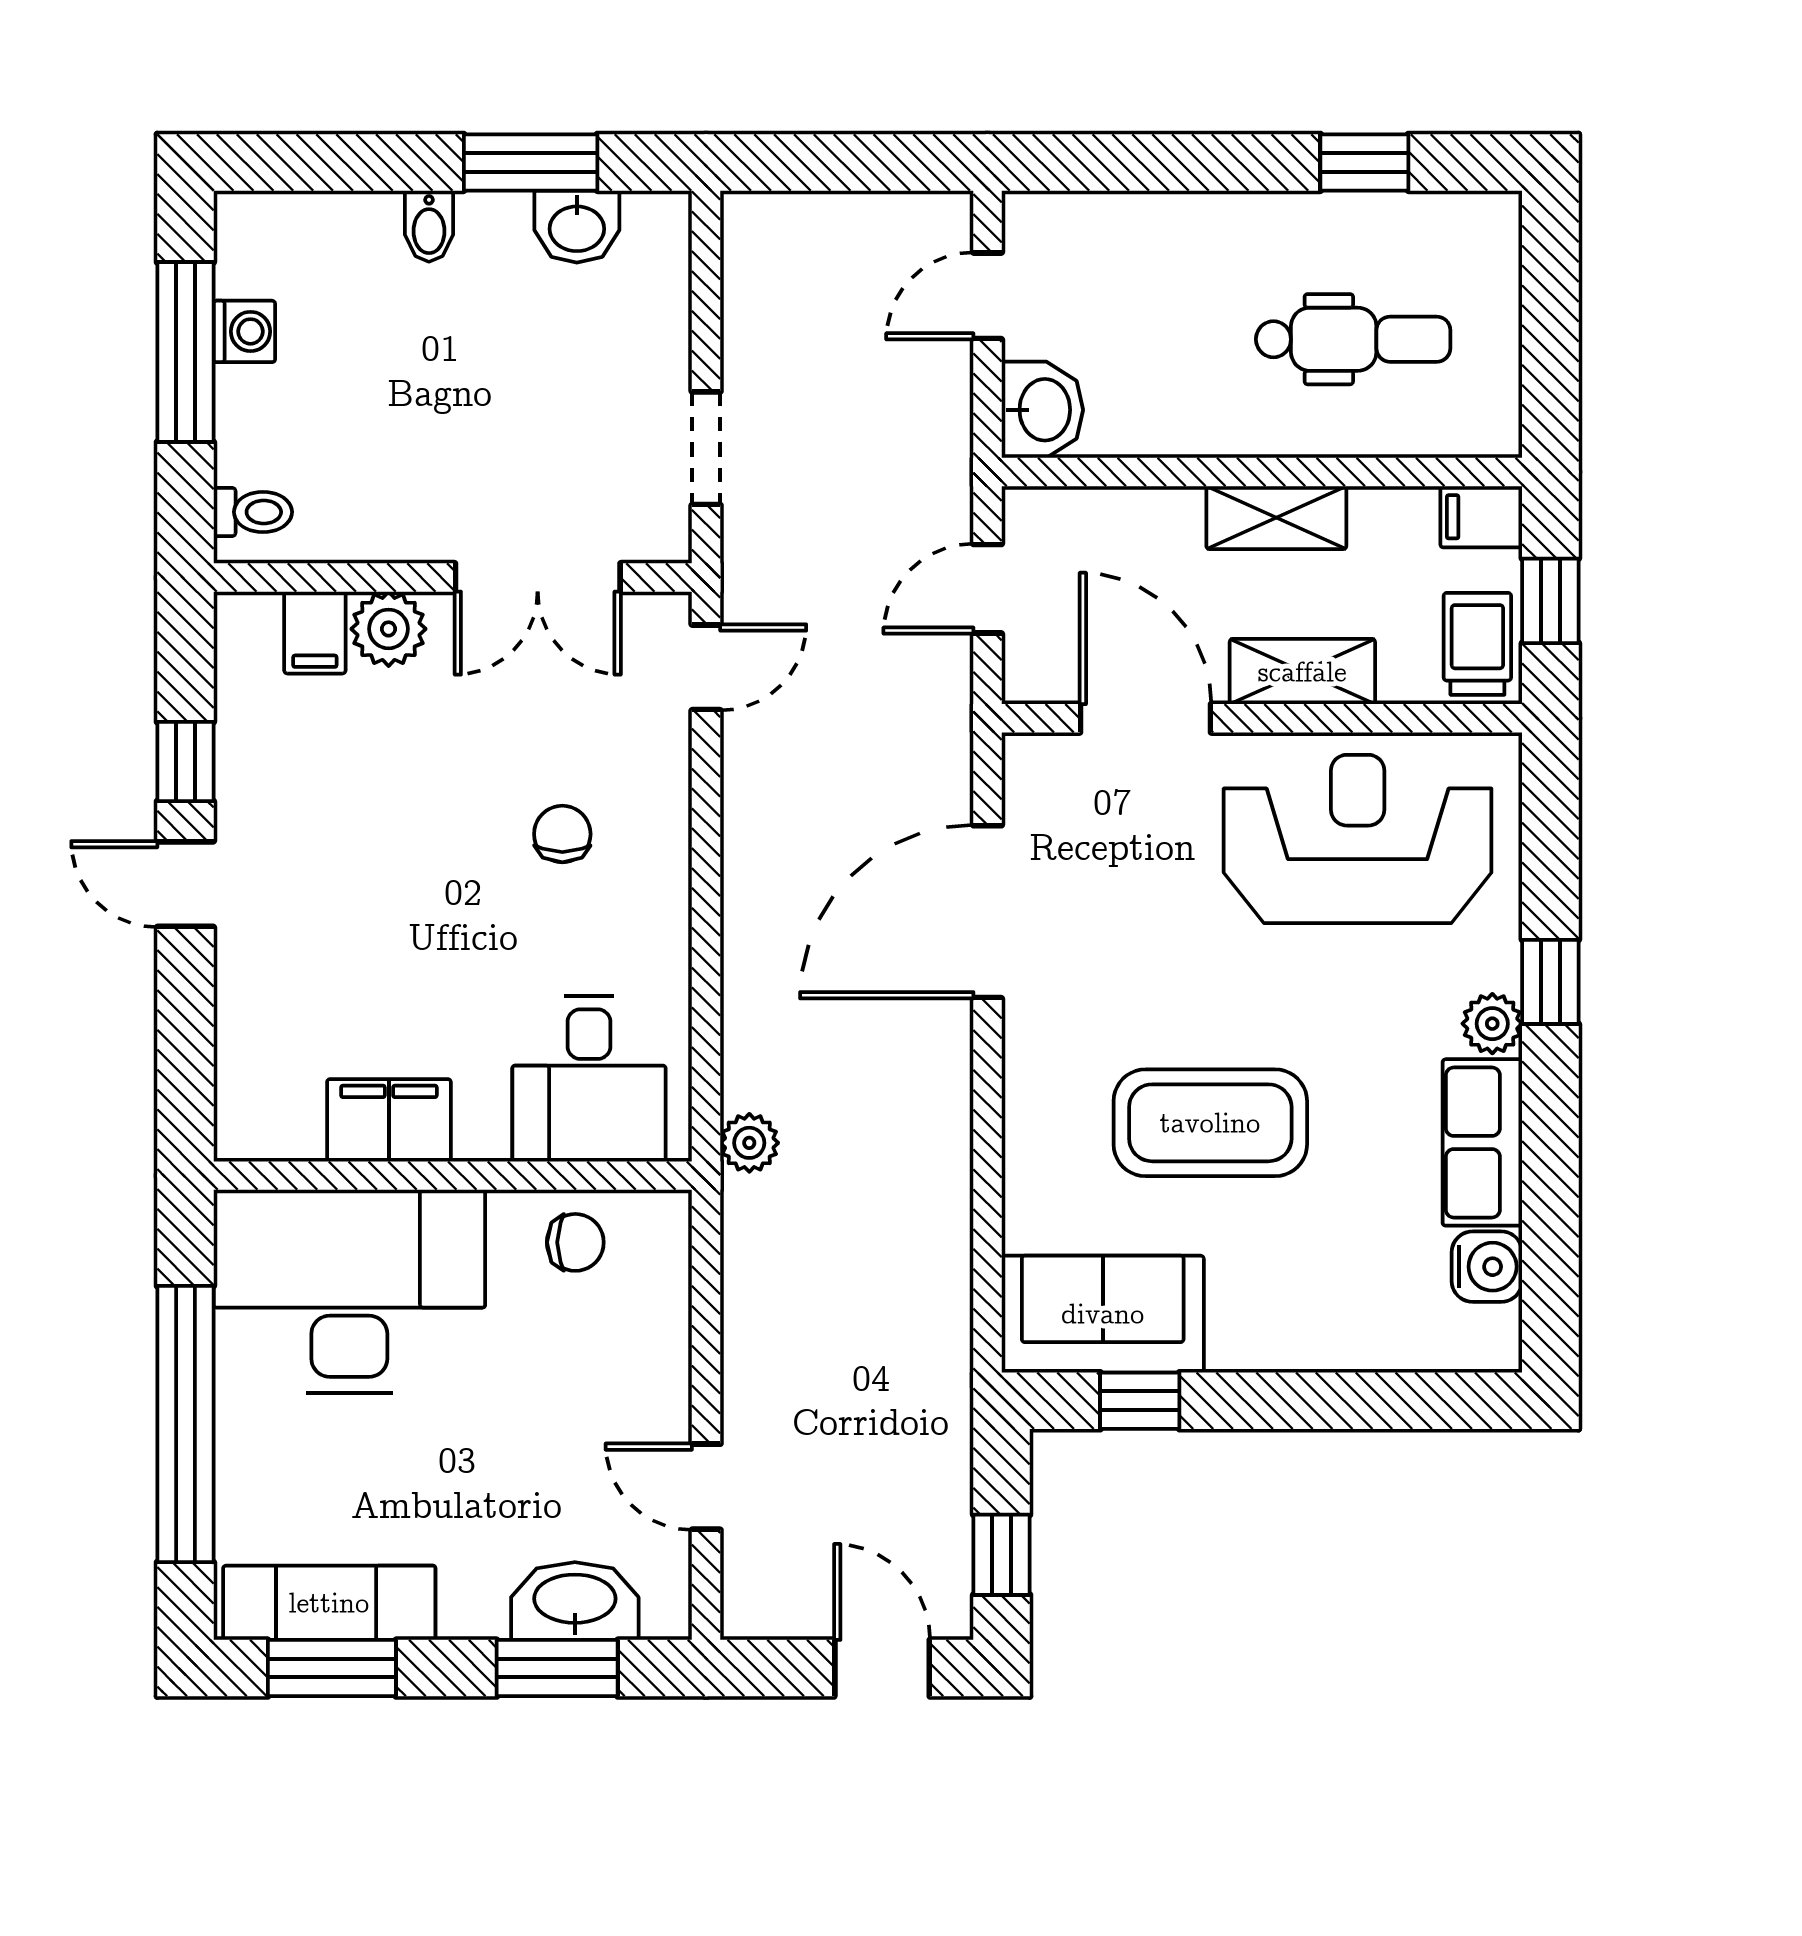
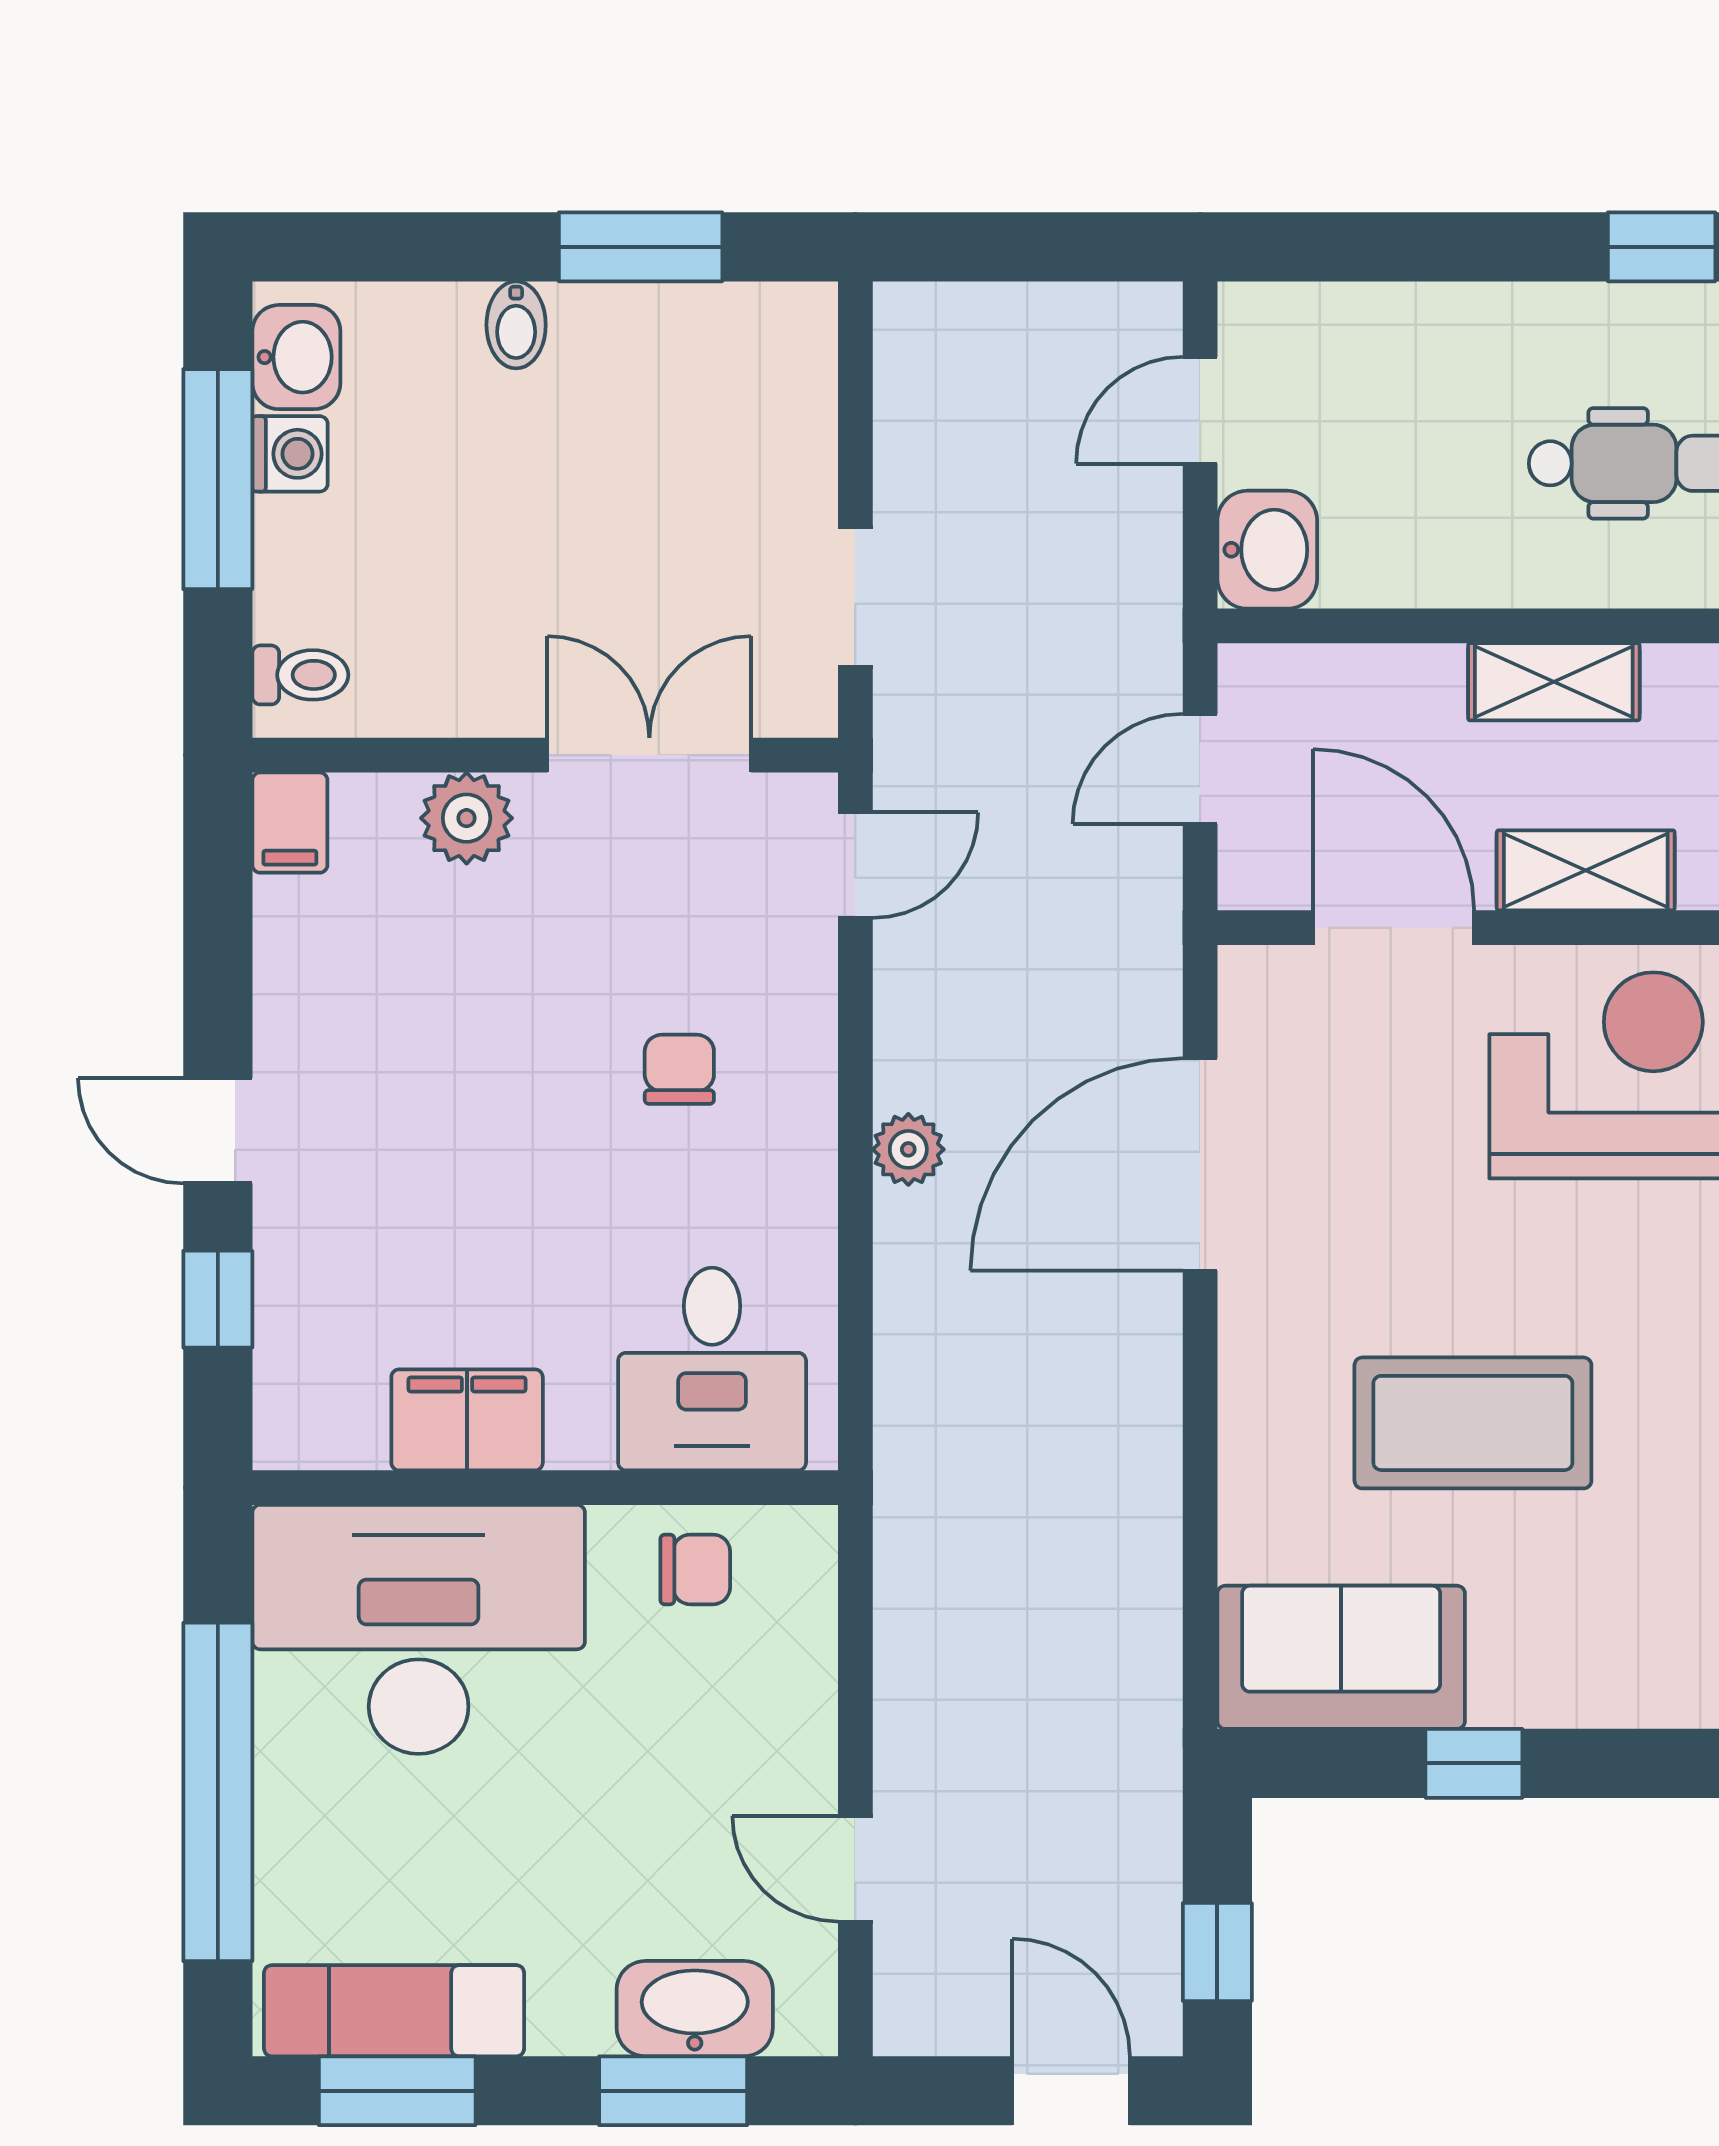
washbasin: (577, 227) -> (296, 357), moved, turned -90
double door: (538, 578) -> (649, 755), swing flipped
filing cabinet: (315, 633) -> (290, 823), moved
window: (185, 762) -> (218, 1299), moved
plant: (749, 1143) -> (908, 1149), moved
window: (1140, 1401) -> (1474, 1763), moved

